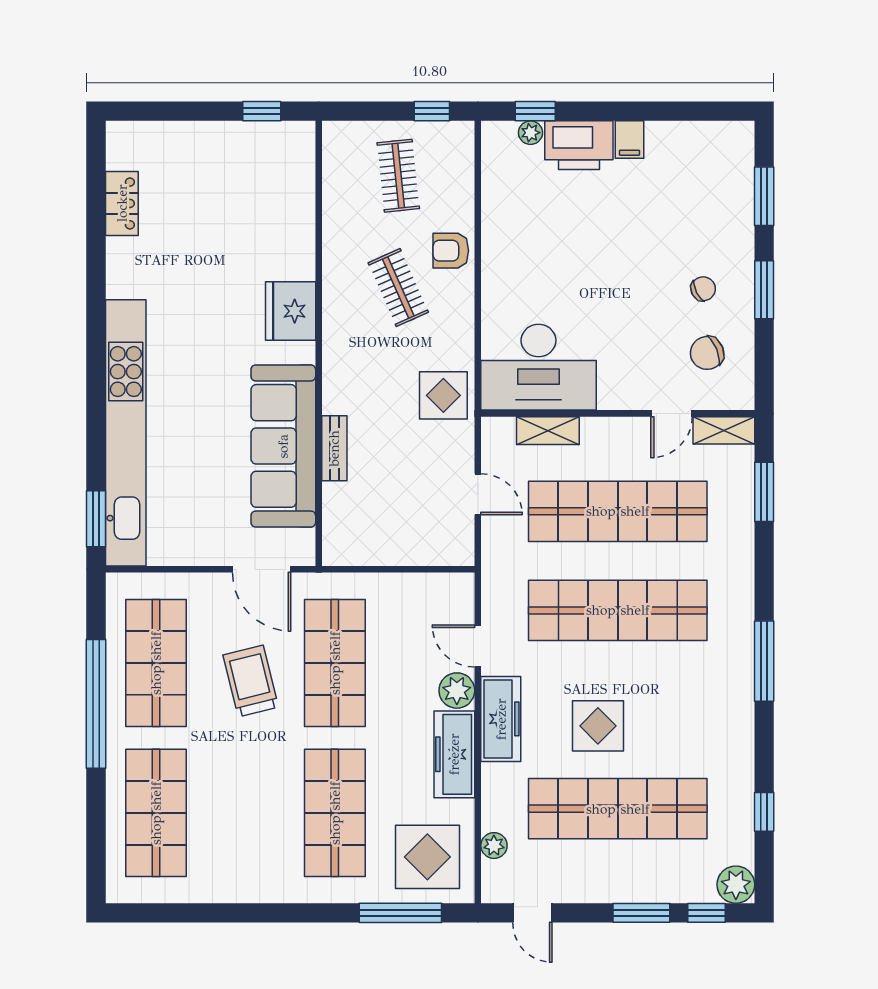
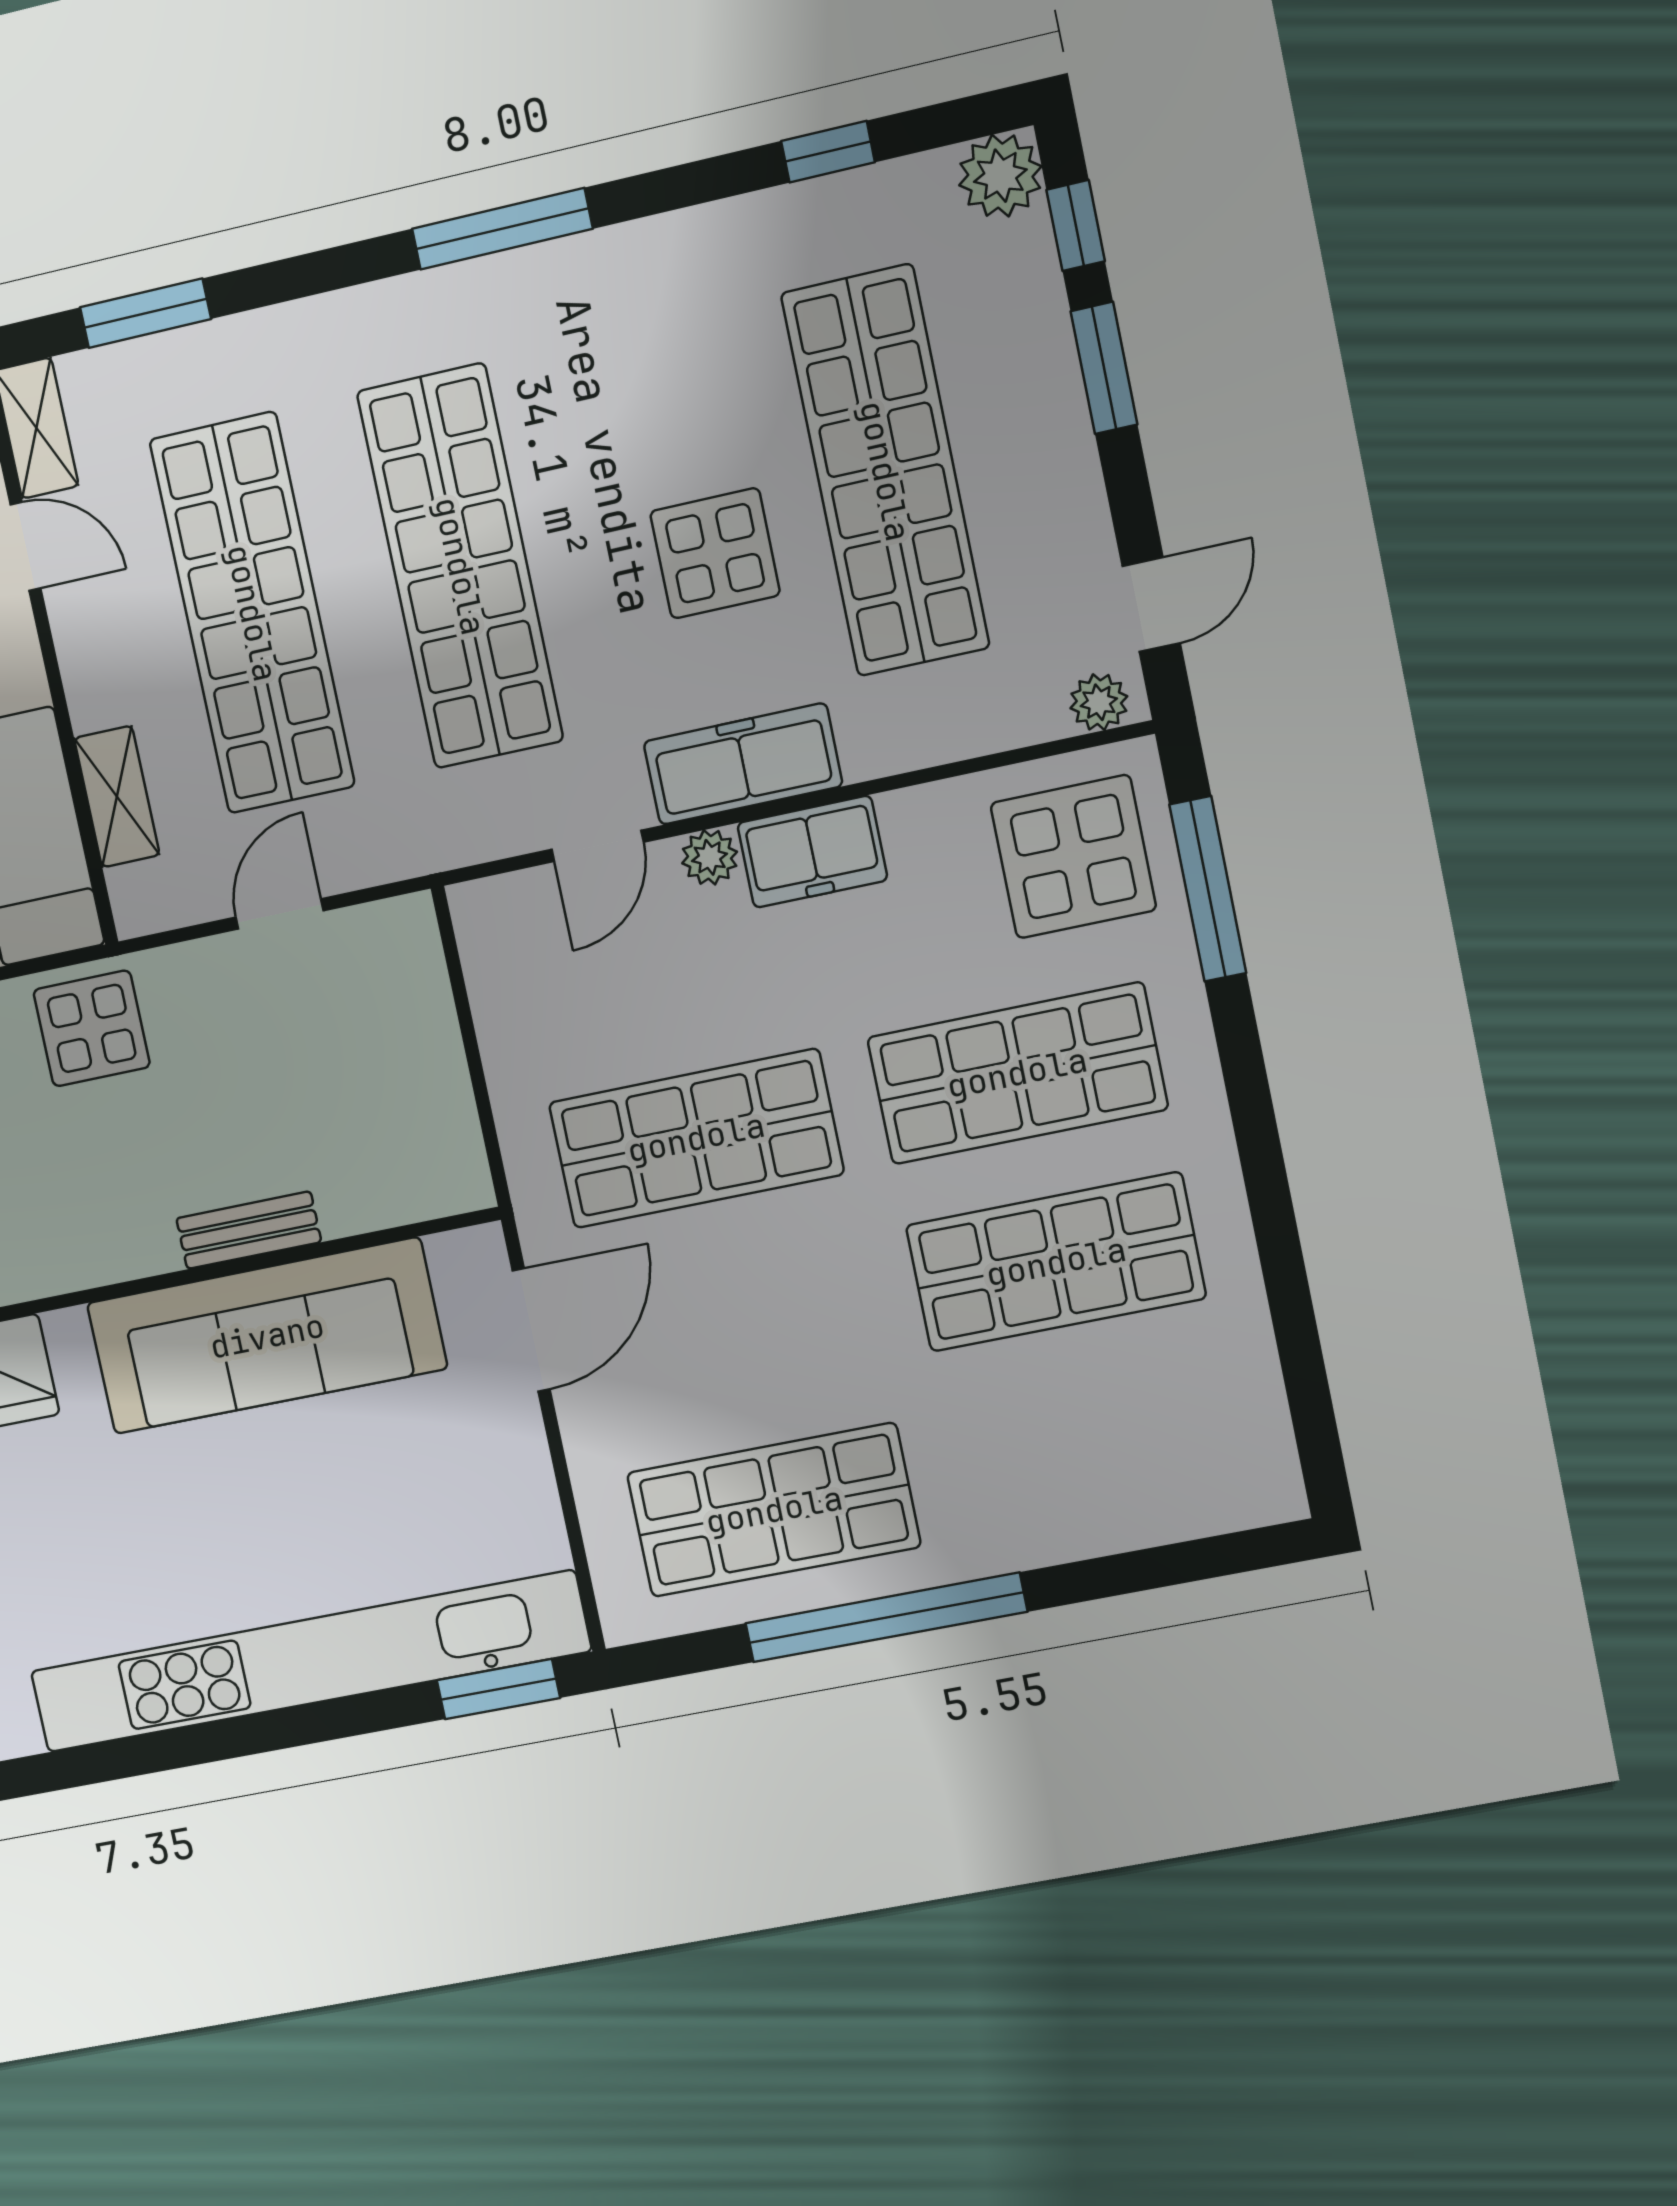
trolley: (251, 681) -> (771, 1306), removed
plant: (457, 691) -> (710, 857), width x0.73, depth x0.73
freezer: (454, 754) -> (812, 852), width x0.71
shop shelf: (156, 813) -> (1056, 1262), moved
plant: (494, 846) -> (1099, 702), moved

